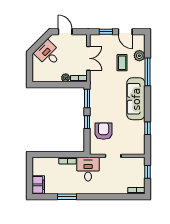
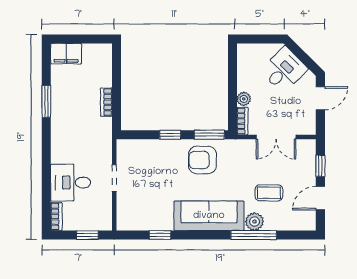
plant: (139, 56) -> (254, 222), moved
armchair: (104, 131) -> (203, 160), moved, turned 180
desk: (88, 169) -> (71, 183), moved, turned 180

